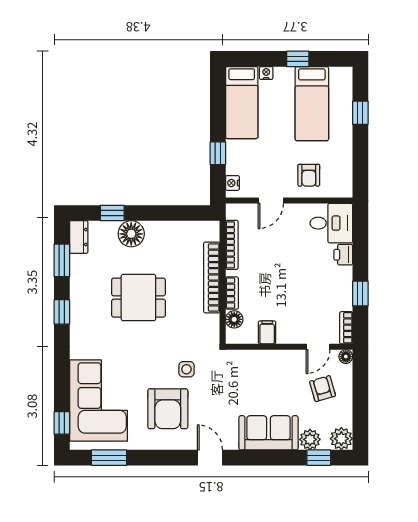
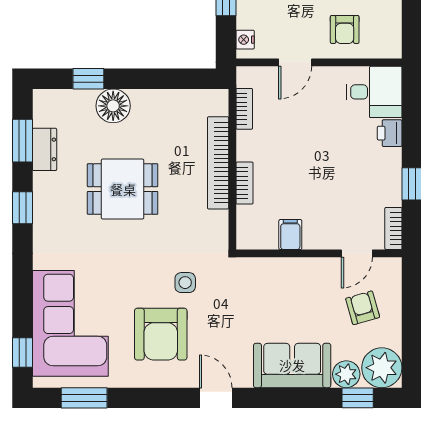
dresser: (79, 237) -> (45, 149), moved
bookcase: (232, 245) -> (244, 109), width x0.64
floor lamp: (234, 319) -> (247, 218), removed
floor lamp: (346, 357) -> (393, 266), removed
plant: (341, 439) -> (382, 368), width x1.36, depth x1.36

